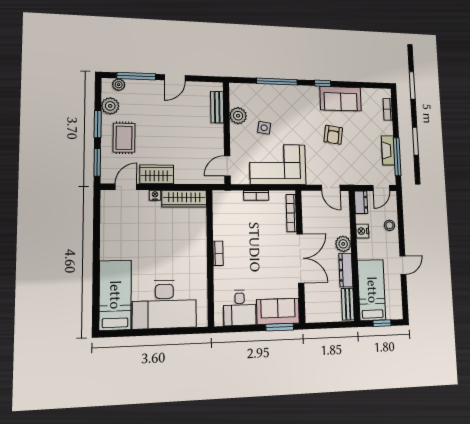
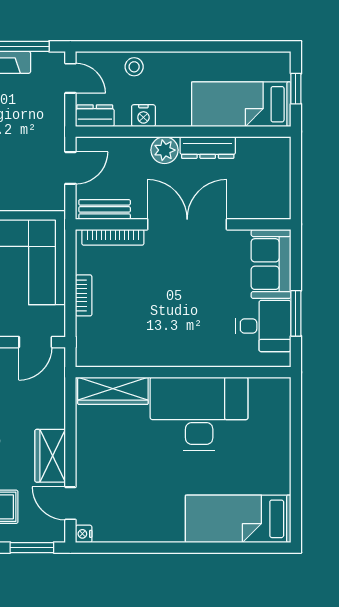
door: (227, 166) -> (35, 342), hinge flipped
nightstand: (155, 195) -> (84, 534), moved
wardrobe: (184, 199) -> (113, 391), moved, turned 90
bookcase: (218, 253) -> (177, 359), removed
door: (403, 265) -> (201, 46), removed
desk: (164, 304) -> (199, 414), moved, turned -90
bench: (348, 304) -> (105, 209), moved
window: (280, 327) -> (296, 313), moved

